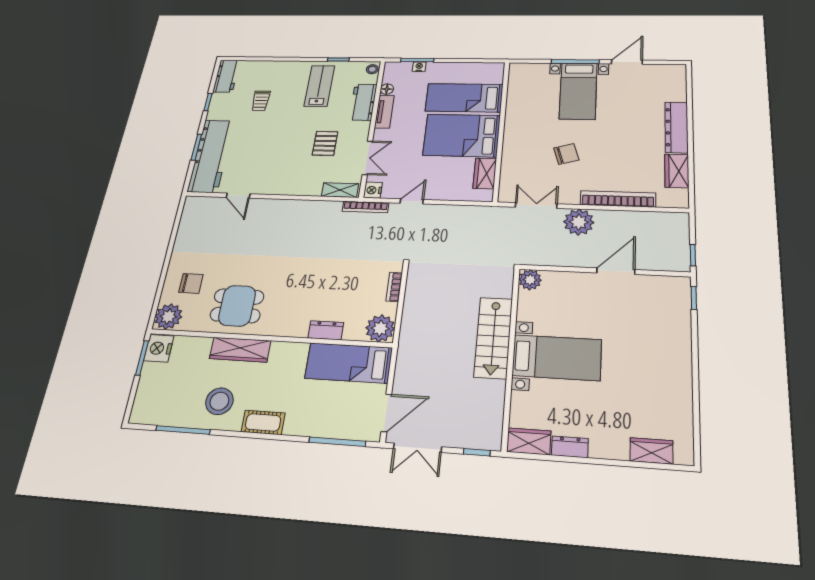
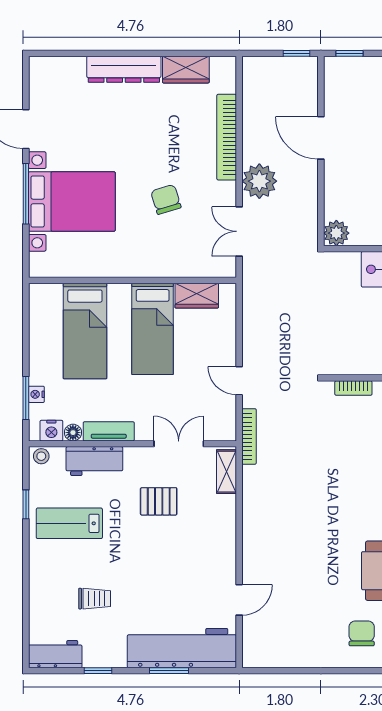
bed with nightstands: (578, 91) -> (72, 201), width x1.36
bed: (462, 135) -> (153, 329), width x0.67
nightstand: (373, 190) -> (51, 431), moved

